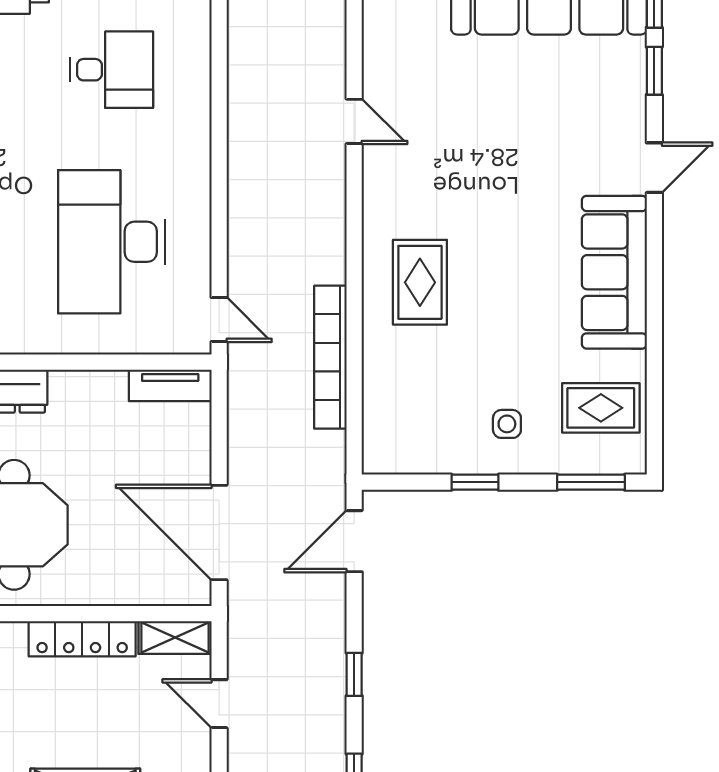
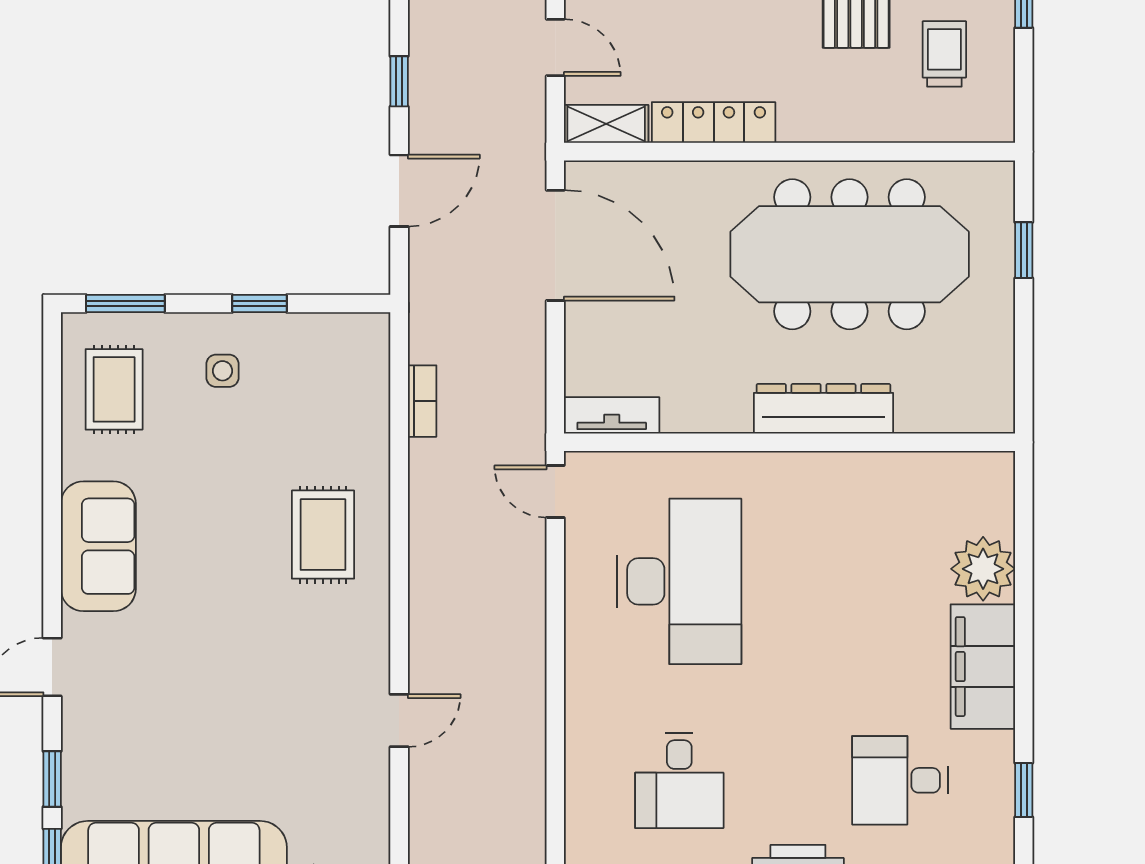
desk: (112, 70) -> (679, 780), turned -90
door: (354, 121) -> (399, 721), swing flipped
sofa: (614, 272) -> (98, 546), width x0.73
bookcase: (330, 357) -> (422, 401), width x0.43, depth x0.76
rug: (601, 408) -> (114, 389), turned 90
door: (354, 541) -> (399, 191), moved

